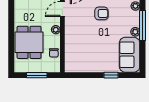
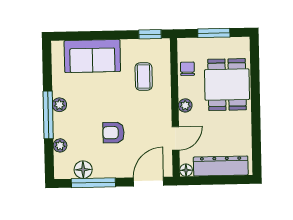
coffee table: (82, 48) -> (144, 77), added
sofa: (130, 55) -> (92, 56), moved, turned 90
window: (111, 75) -> (150, 34), moved

